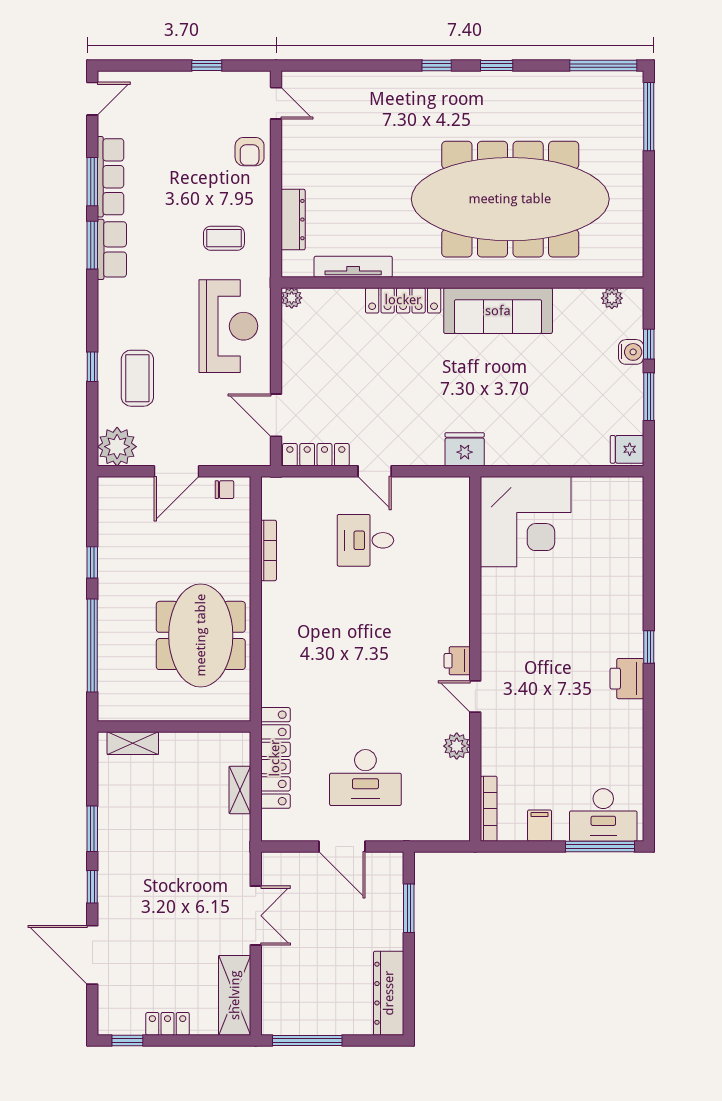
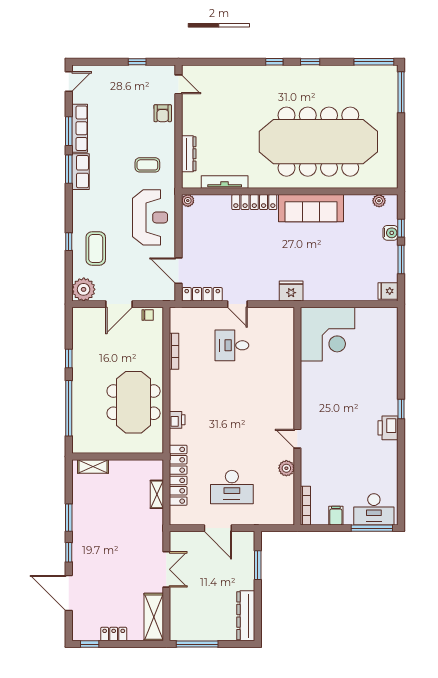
printer: (457, 661) -> (177, 420), moved, turned 180

